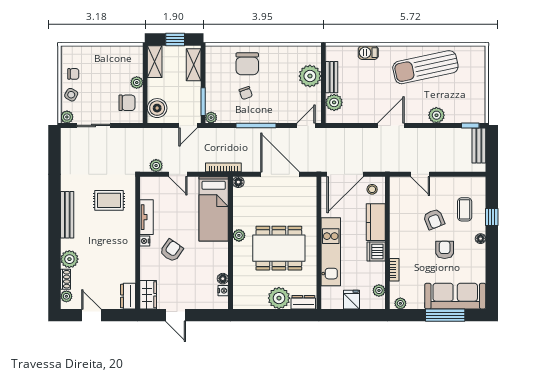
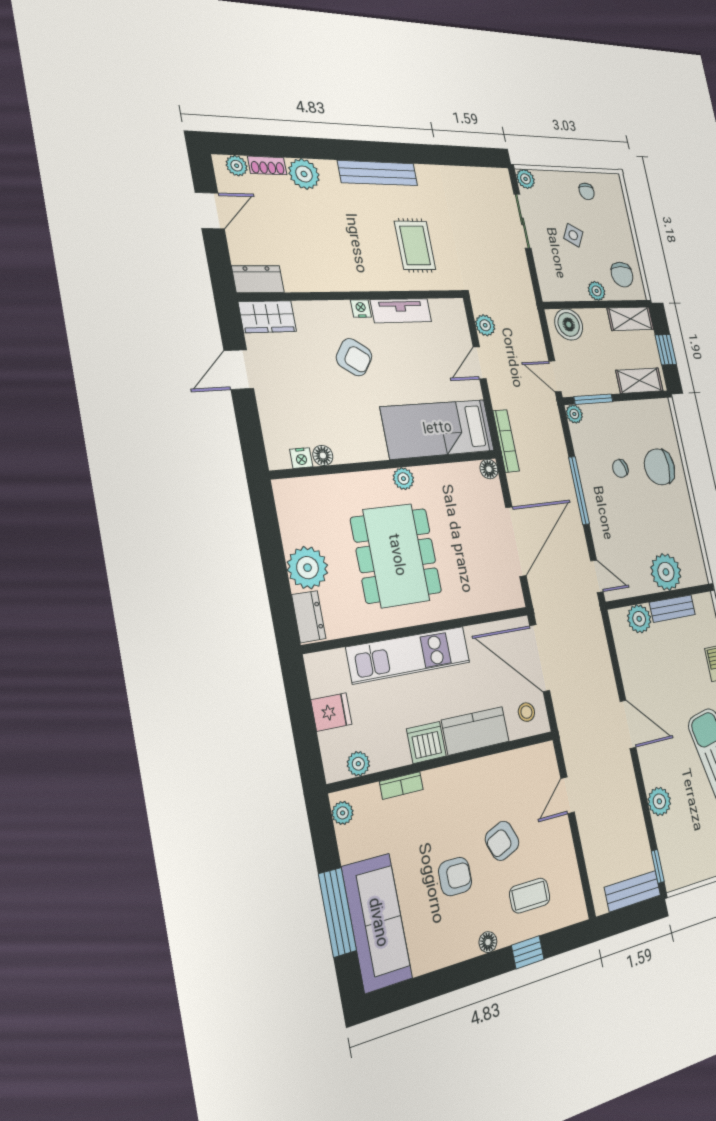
side table: (71, 95) -> (573, 235), moved
chair: (127, 103) -> (622, 275), moved

